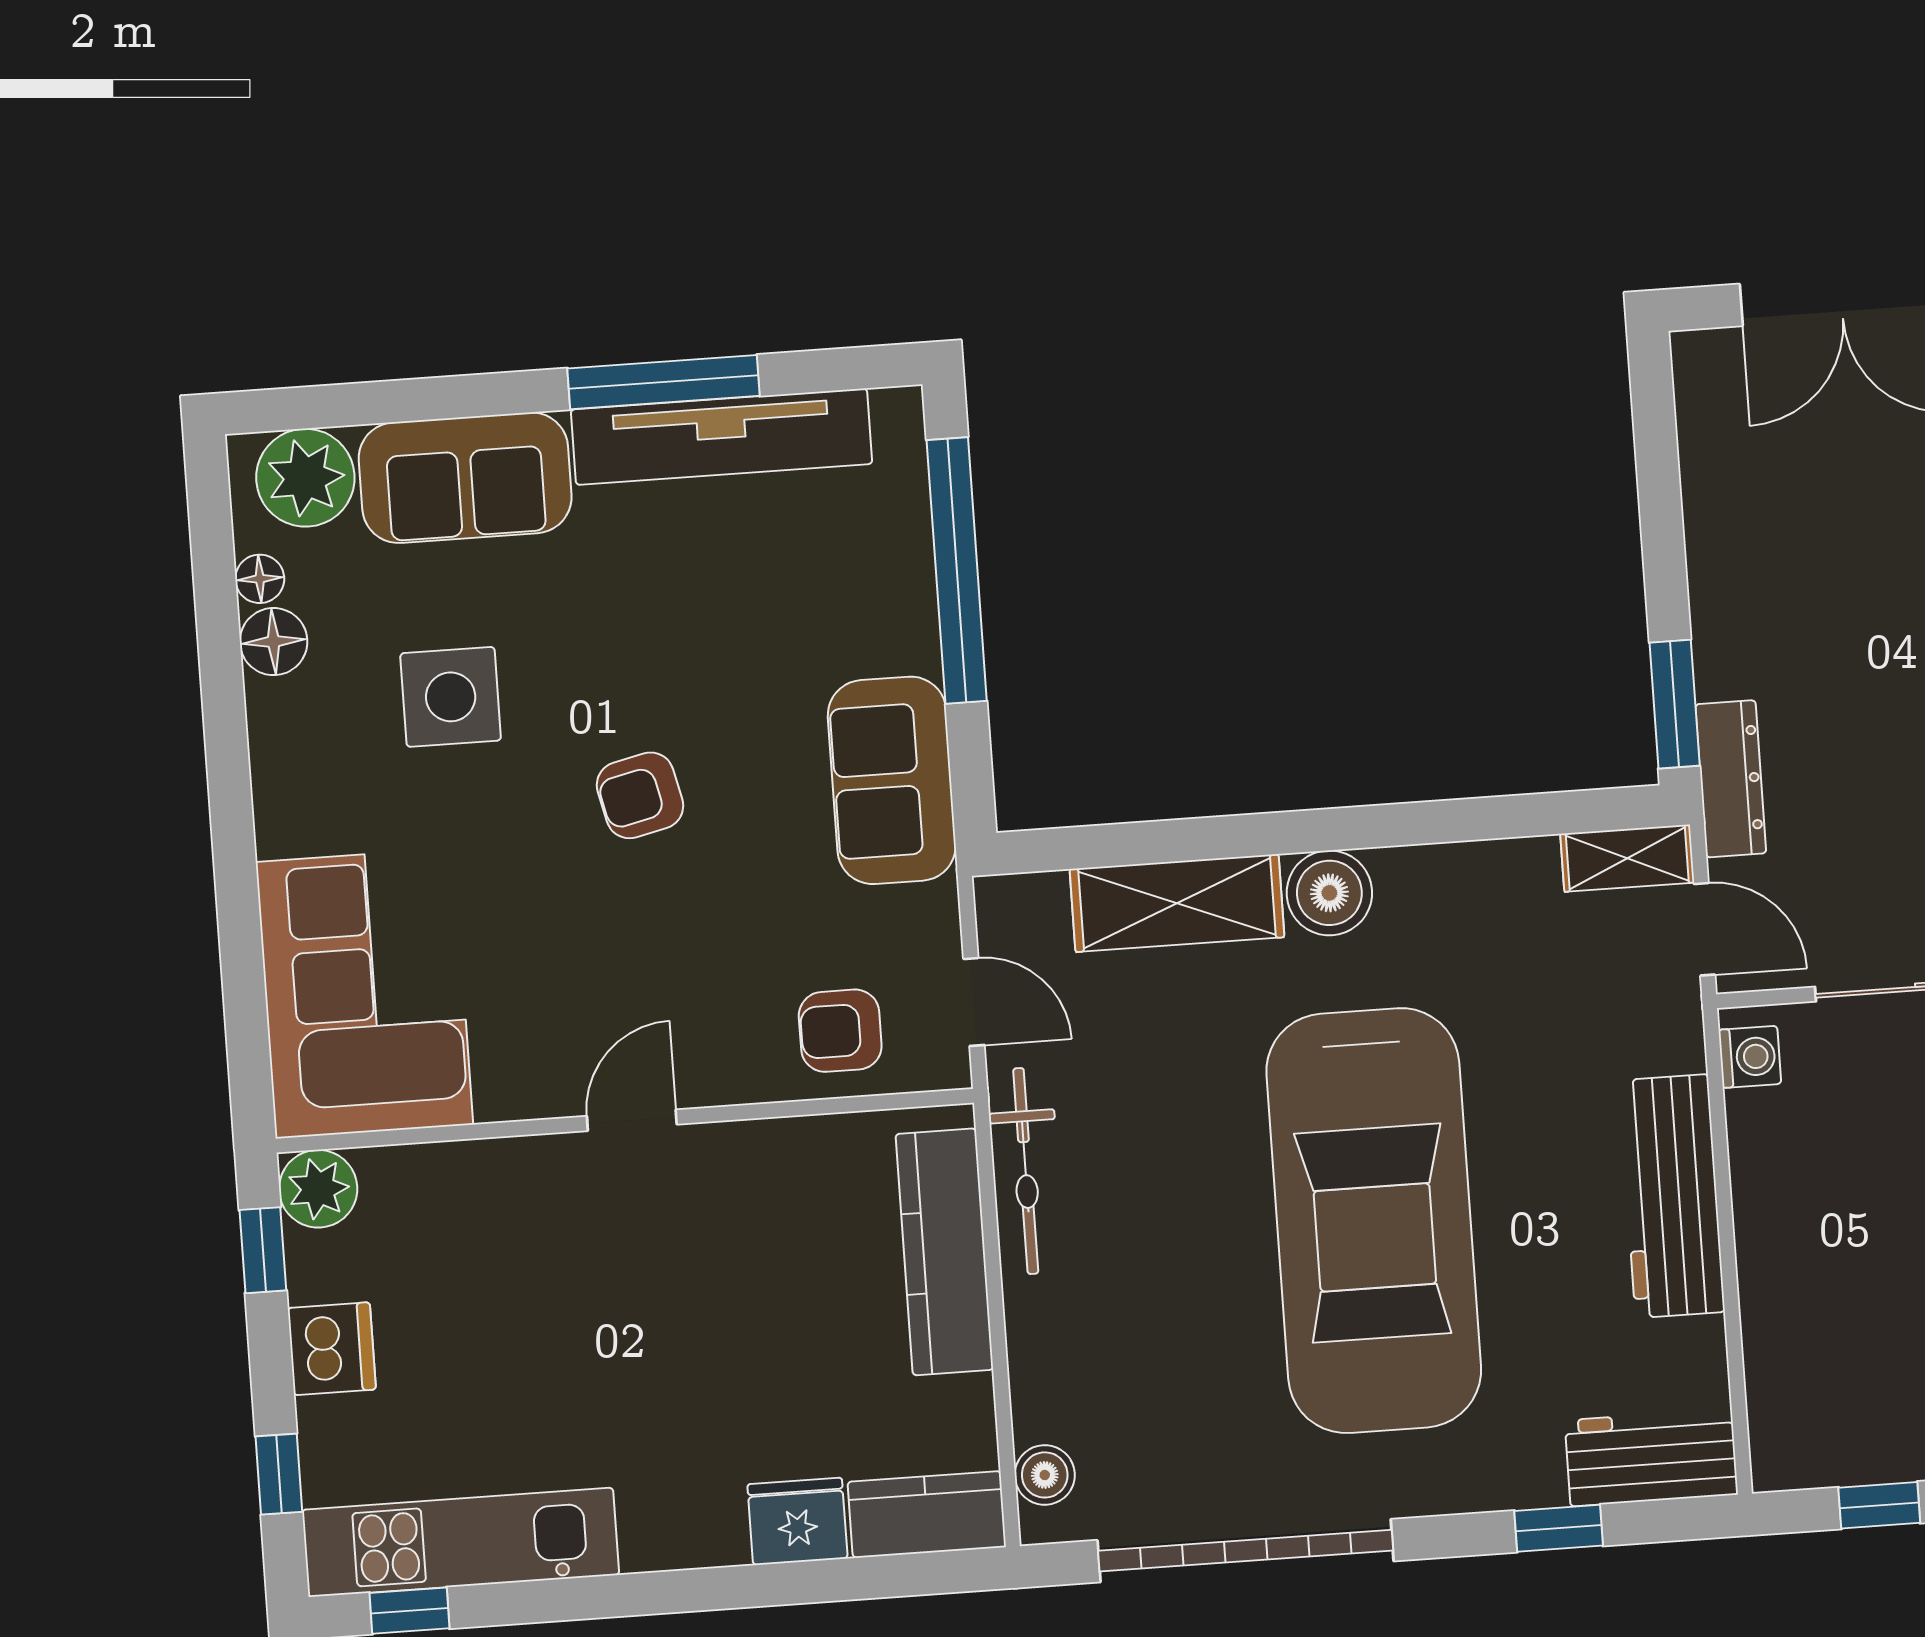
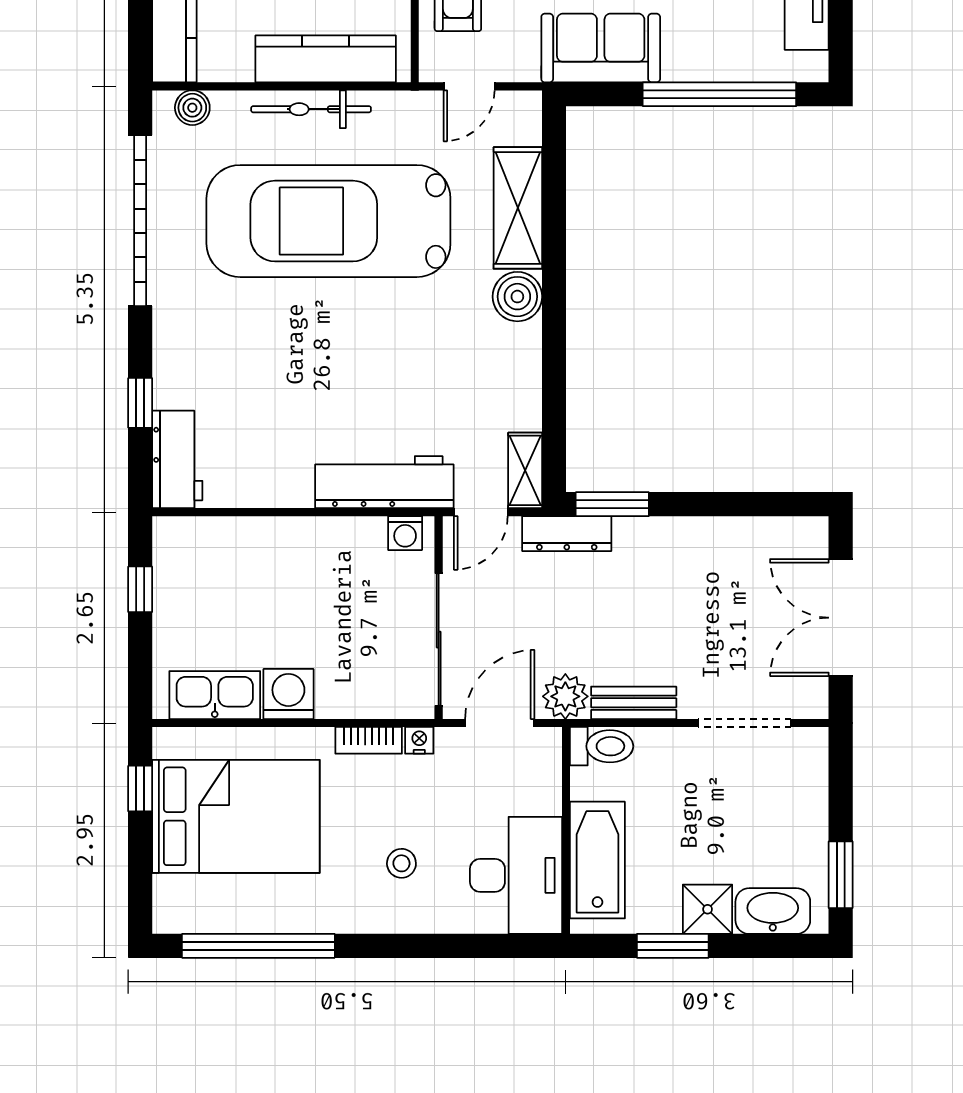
bicycle: (1026, 1171) -> (311, 109), moved
workbench: (1672, 1196) -> (384, 482), moved
car: (1374, 1221) -> (328, 221), moved

